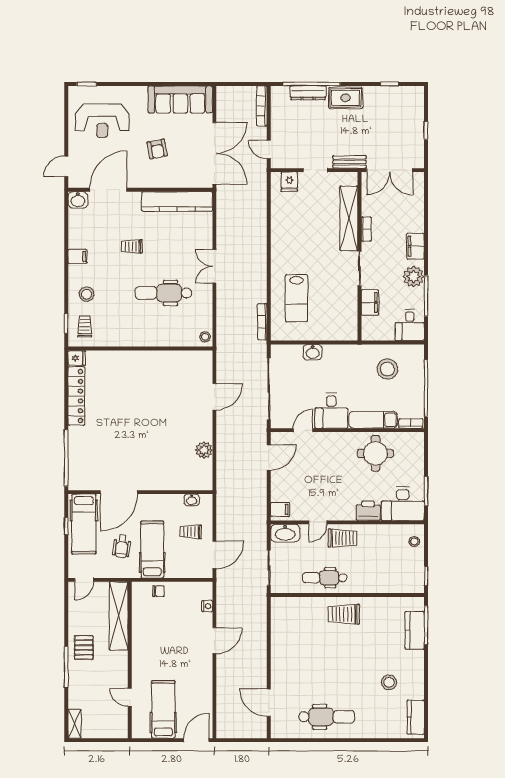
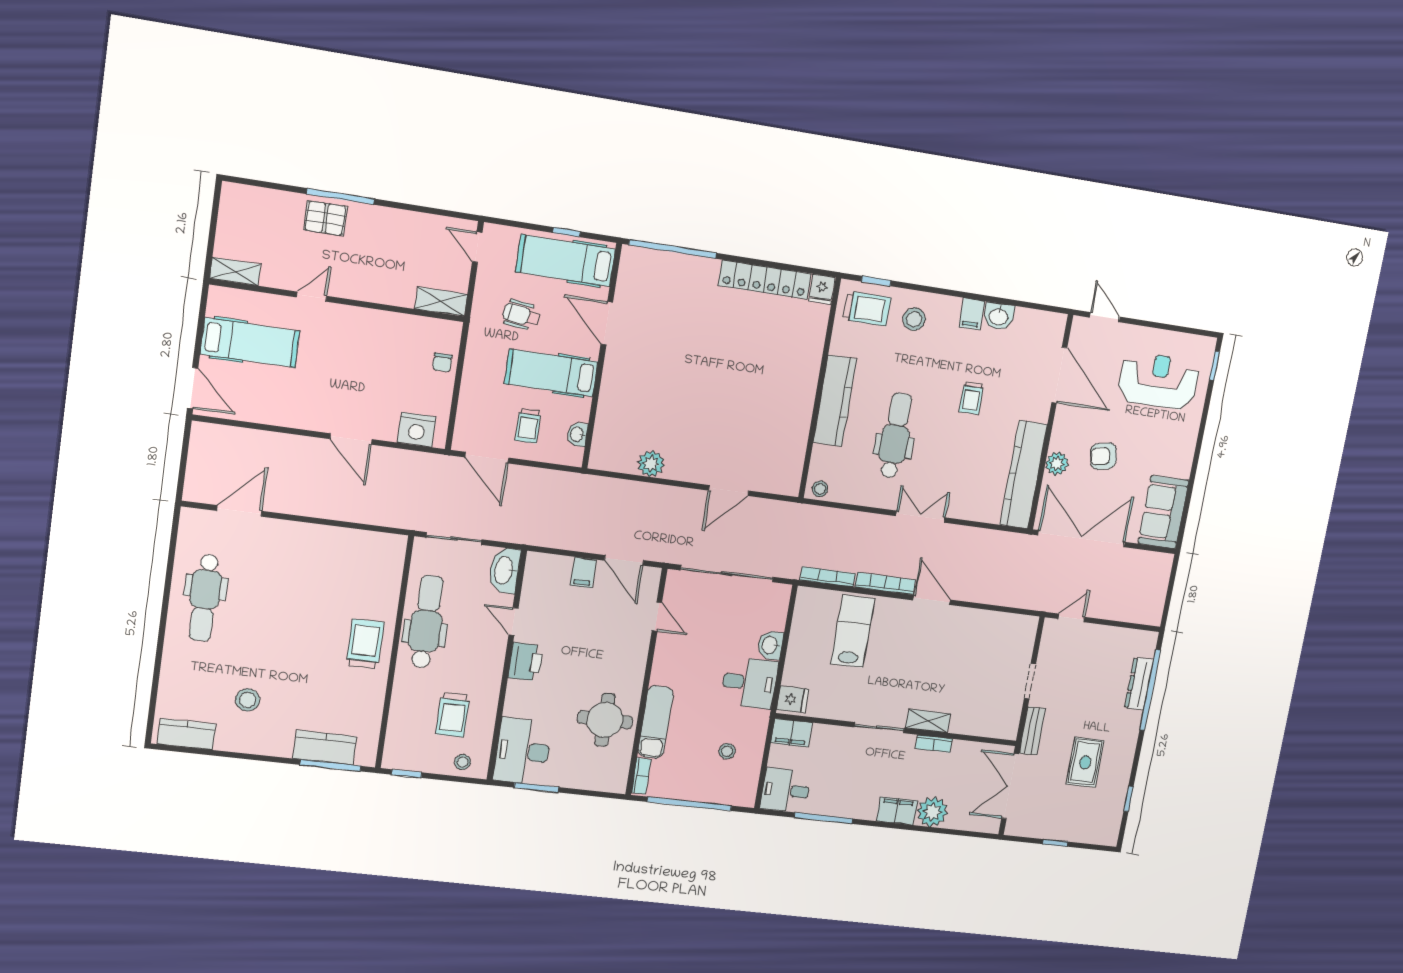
rug: (346, 98) -> (1085, 762), moved
sofa: (180, 99) -> (1163, 512), width x0.73
bookcase: (262, 106) -> (885, 584), moved
reception desk: (102, 121) -> (1159, 381), turned 90
double door: (214, 153) -> (1081, 539), swing flipped
plant: (167, 180) -> (1057, 464), added
fridge: (289, 182) -> (793, 699), moved, turned 180
washbasin: (78, 200) -> (999, 316), moved, turned -90
shelving: (349, 218) -> (928, 721), width x0.45, depth x0.75
trolley: (132, 246) -> (971, 398), turned 180
door: (269, 249) -> (932, 600), added
plant: (414, 277) -> (932, 812), moved
lab bench: (296, 298) -> (853, 631), turned 90
filing cabinet: (370, 302) -> (791, 733), moved
trolley: (85, 326) -> (867, 309), width x1.36, depth x1.39
kitchen counter: (147, 337) -> (835, 401), added
stool: (387, 369) -> (727, 751), width x0.53, depth x0.53
door: (214, 397) -> (729, 491), hinge flipped
desk: (331, 411) -> (749, 683), moved, turned 180
door: (119, 492) -> (607, 323), width x0.73
filing cabinet: (280, 509) -> (583, 572), moved
printer: (368, 511) -> (526, 662), moved
trolley: (191, 532) -> (528, 426), turned 180
trolley: (343, 538) -> (453, 715), moved
hospital bed: (152, 550) -> (551, 373), moved, turned 180
dental chair: (325, 578) -> (426, 622), width x1.36, depth x1.38
nightstand: (207, 606) -> (417, 430), width x1.89, depth x1.79
shelving: (119, 616) -> (441, 302), width x0.45, depth x0.75
pallet: (84, 648) -> (325, 218), moved
door: (130, 697) -> (312, 297), moved
shelving: (75, 724) -> (235, 271), moved

